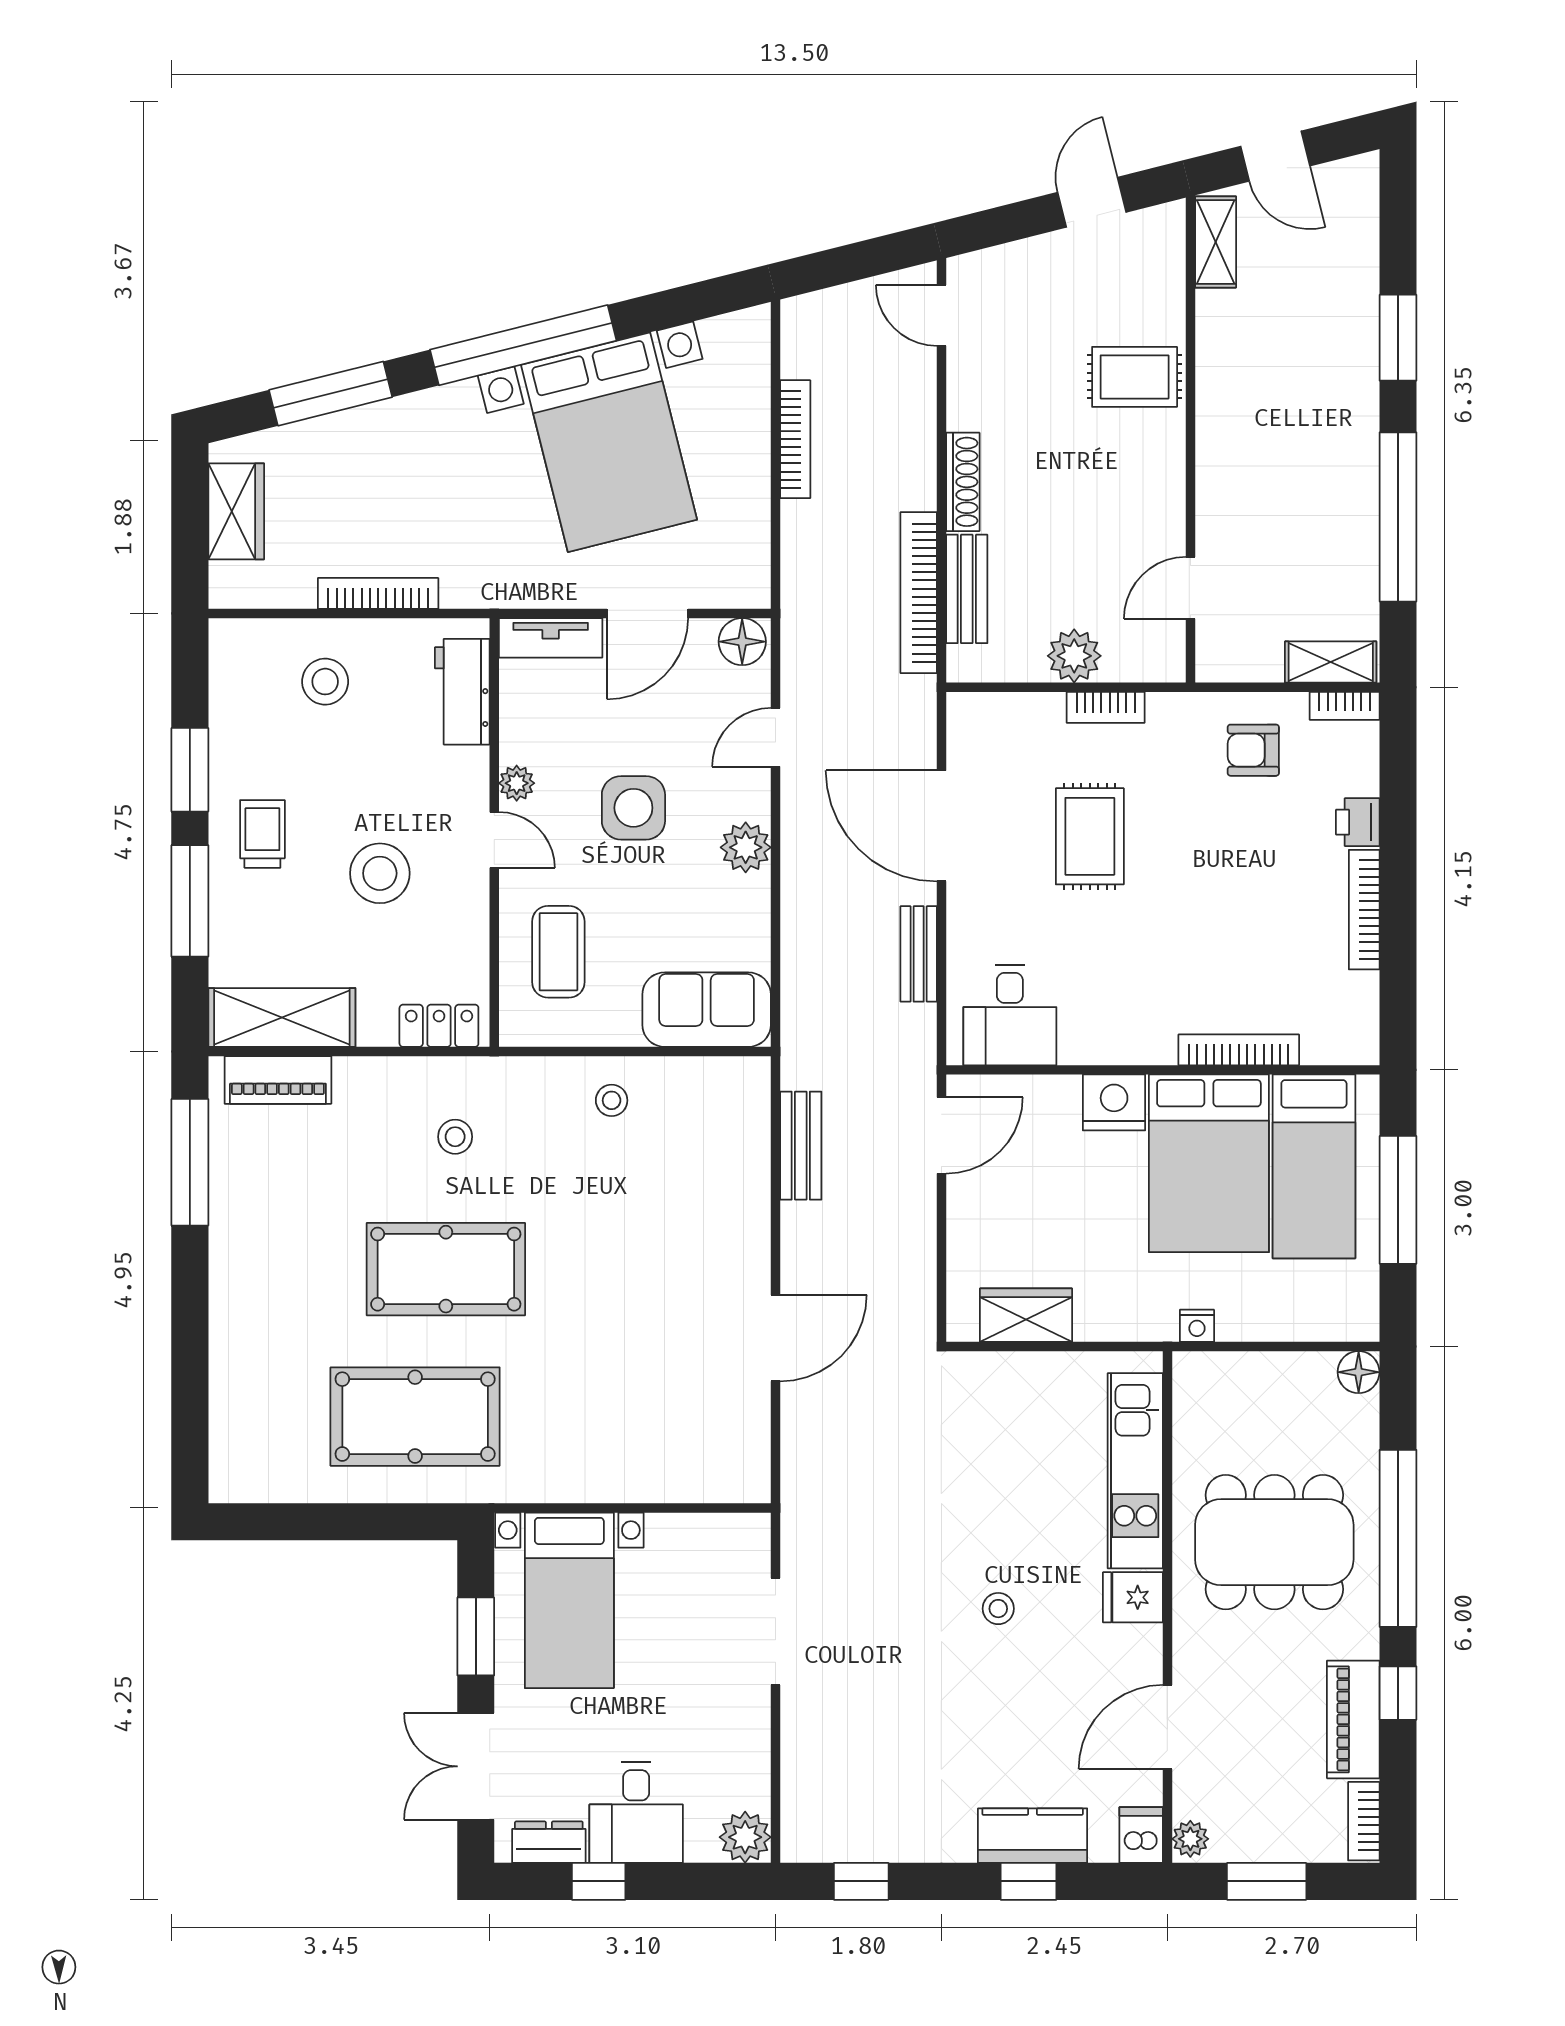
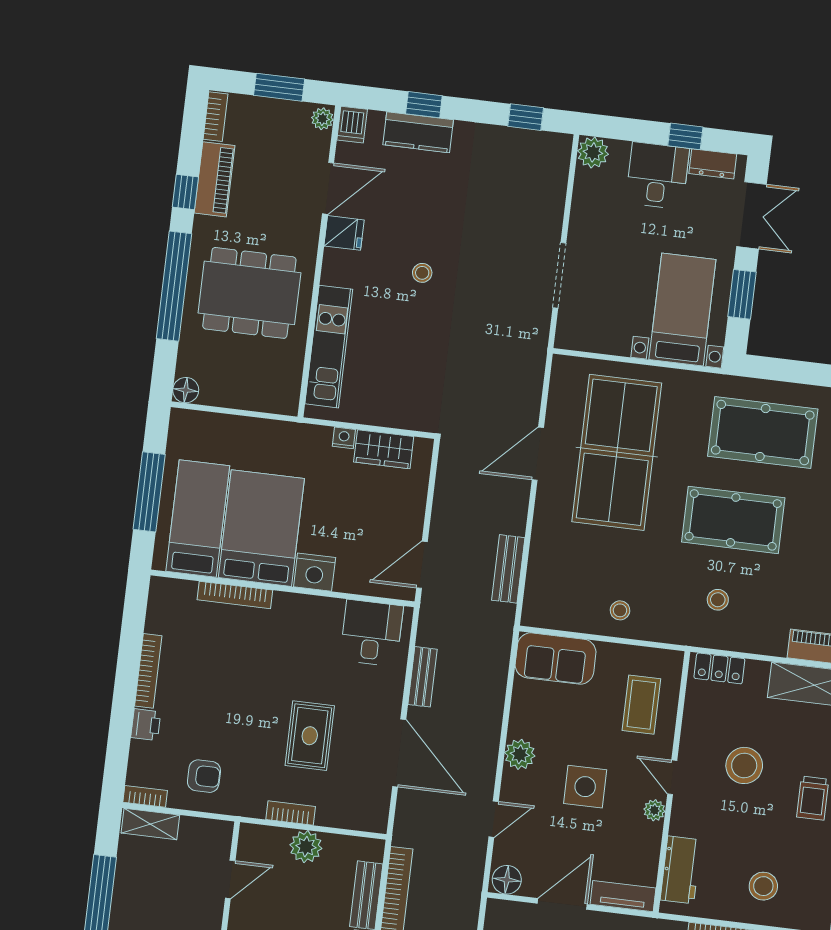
nightstand: (1197, 1326) -> (344, 438), moved
table tennis table: (648, 1356) -> (617, 452), added
fridge: (1133, 1597) -> (344, 233), moved

